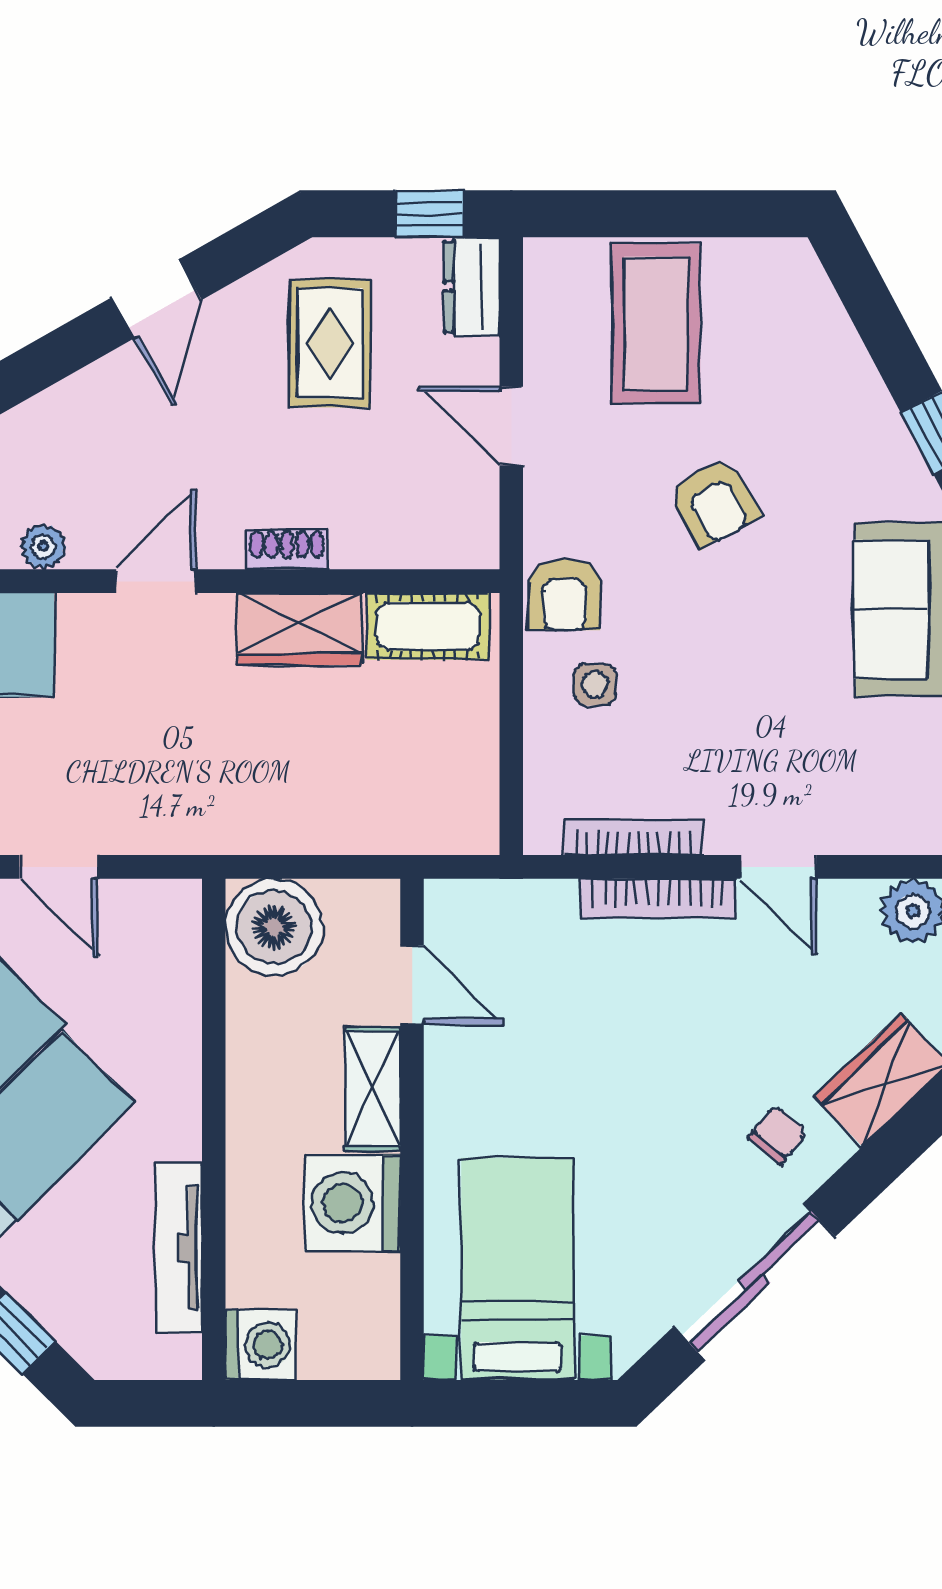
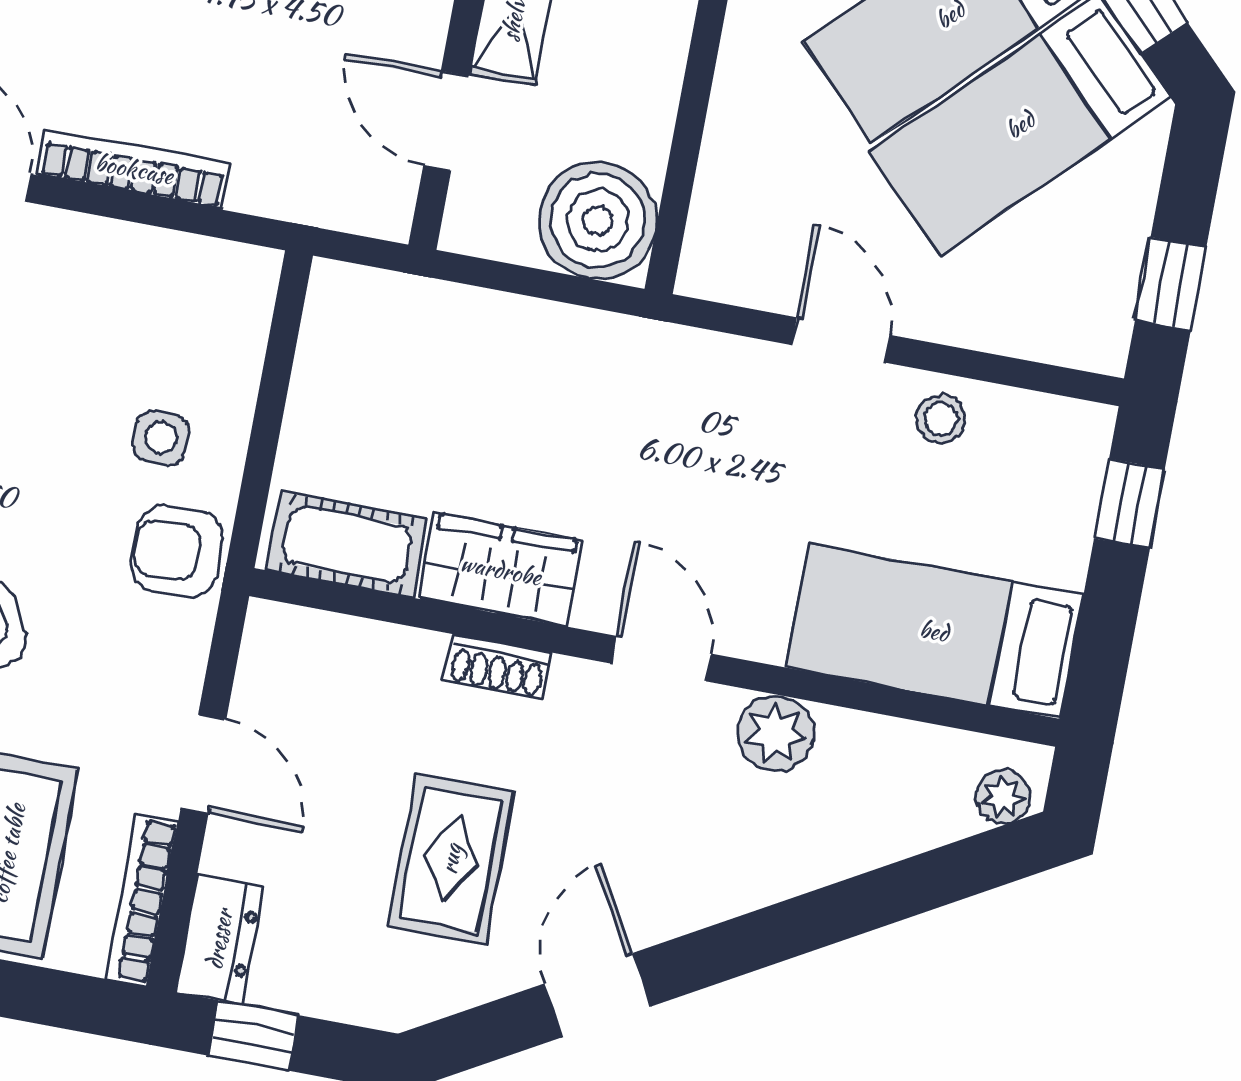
rug: (330, 343) -> (451, 859), moved
plant: (43, 547) -> (776, 733), width x1.38, depth x1.38
door: (156, 581) -> (661, 659), swing flipped
armchair: (565, 595) -> (177, 552), turned -90
bookcase: (633, 837) -> (142, 900), moved, turned 90

